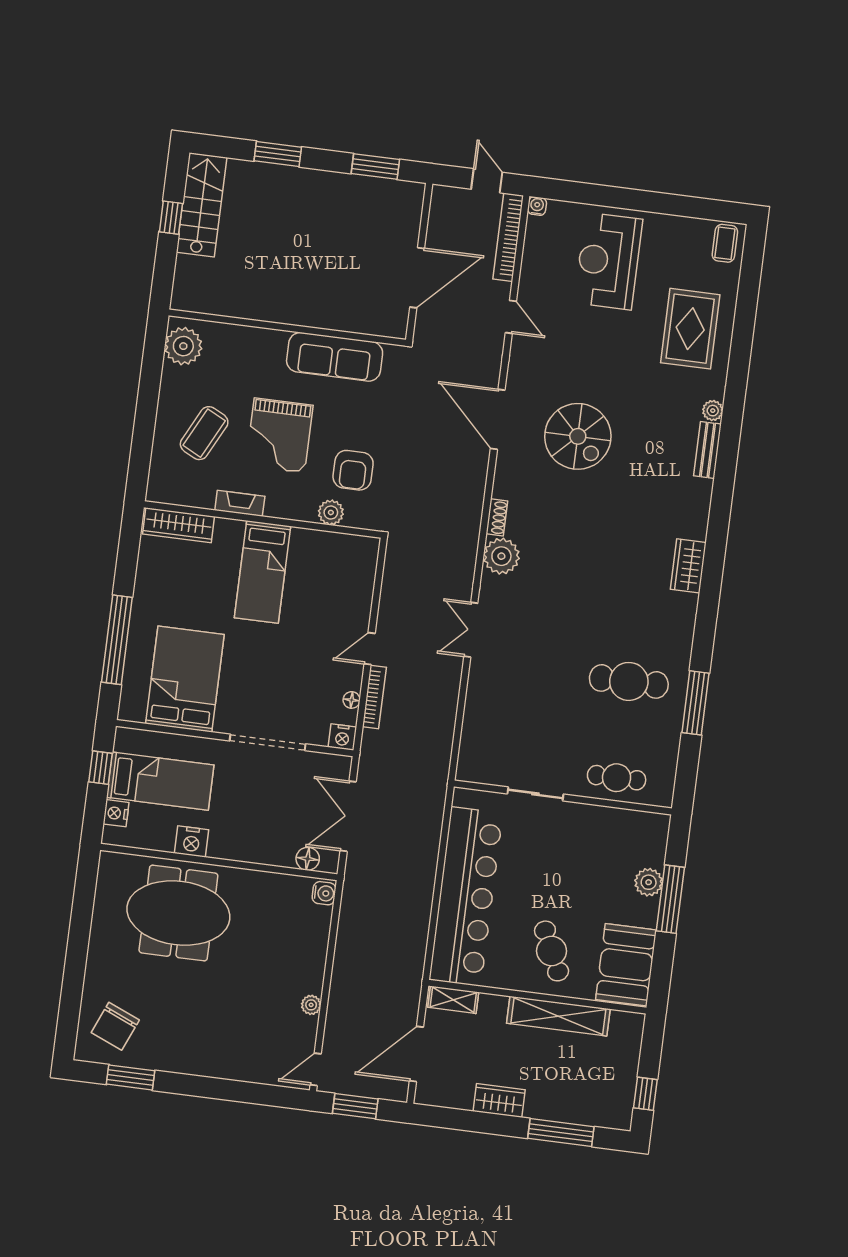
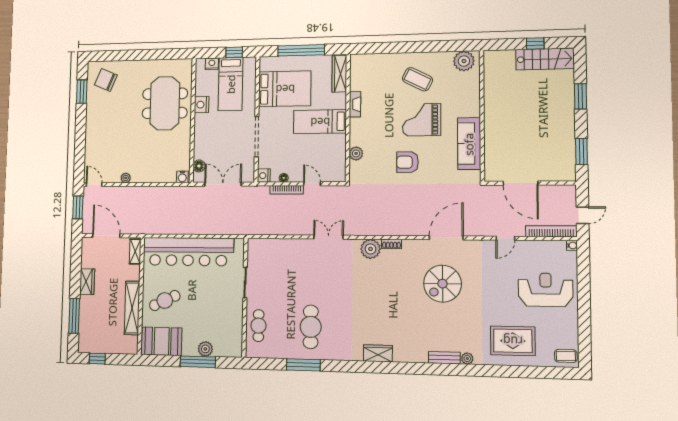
fireplace: (240, 503) -> (355, 104), moved
plant: (331, 512) -> (356, 153), moved
wall: (263, 519) -> (348, 118), moved
wardrobe: (179, 525) -> (339, 74), moved
bed: (262, 572) -> (320, 122), moved

